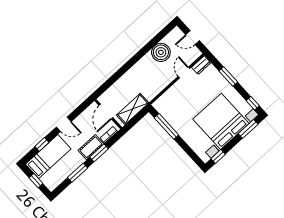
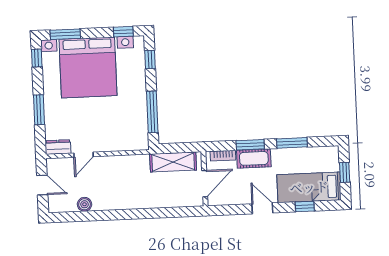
boiler: (161, 52) -> (84, 204), width x0.54, depth x0.54
window: (191, 153) -> (150, 60), added

